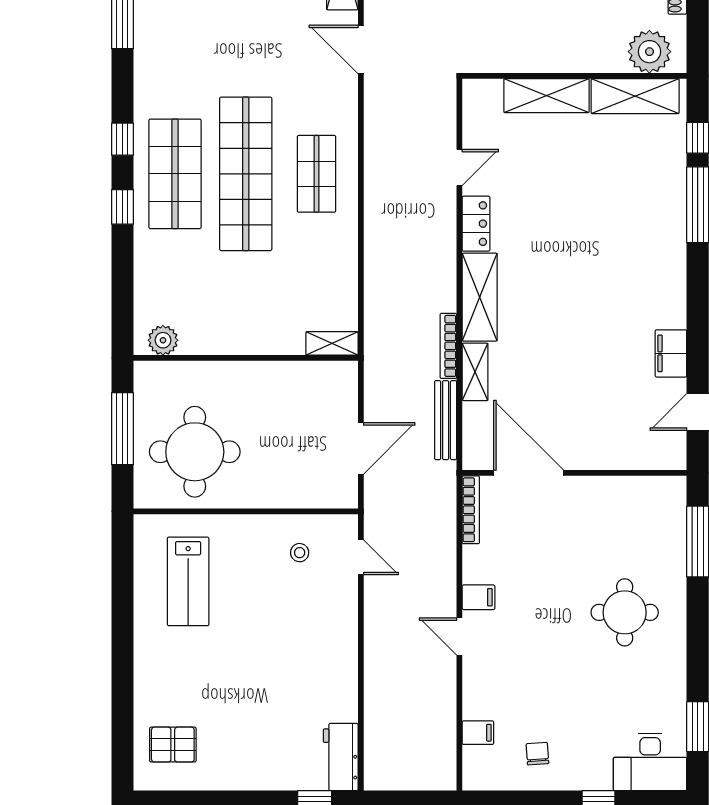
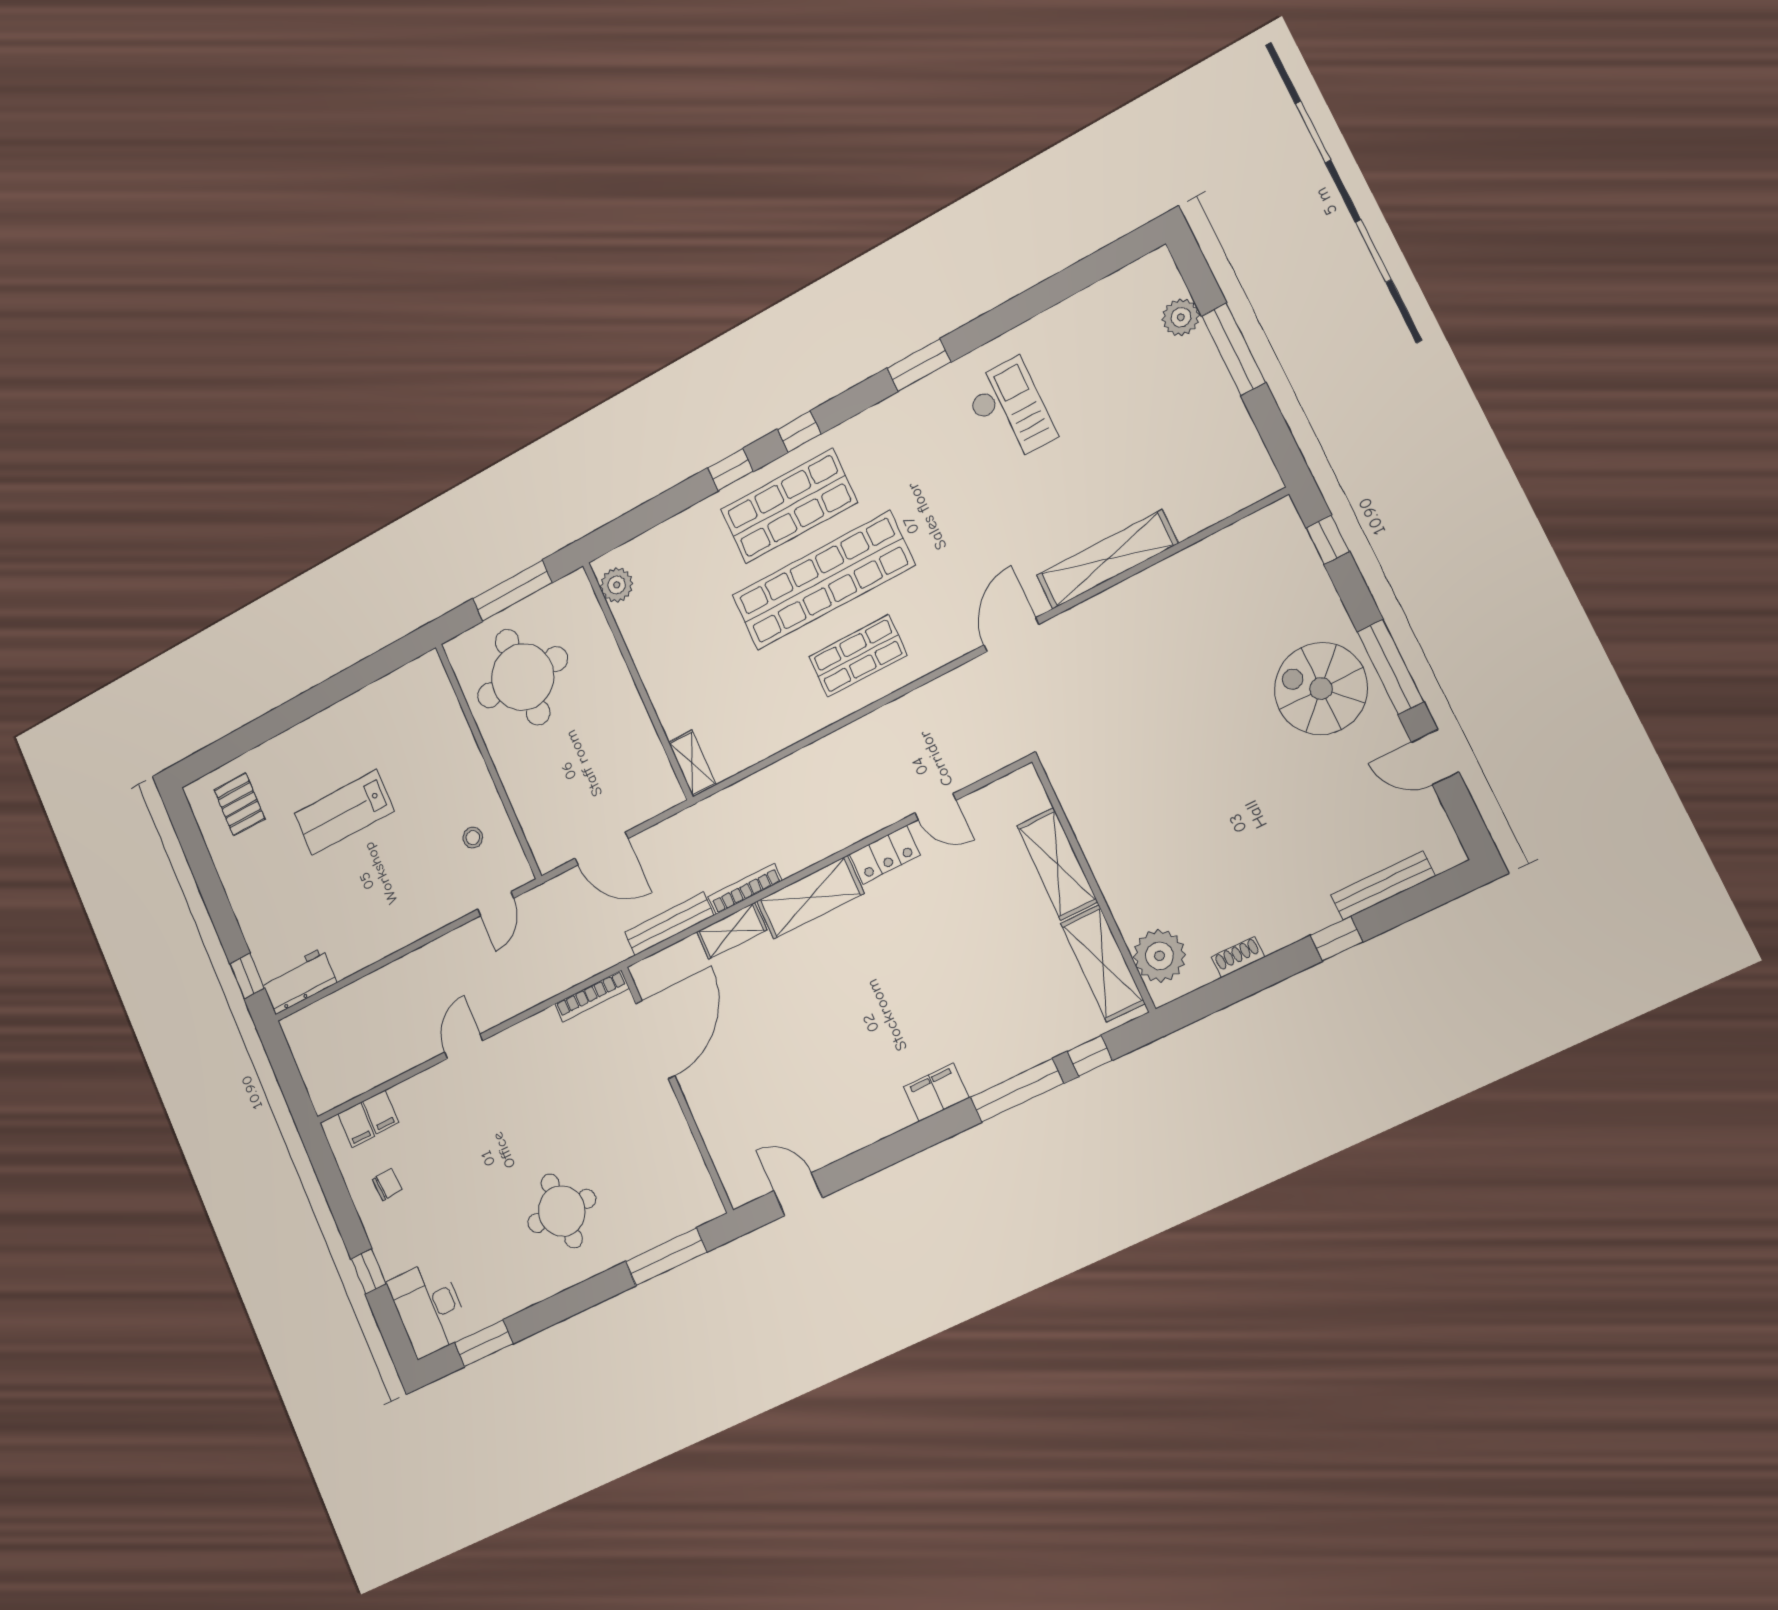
filing cabinet: (671, 353) -> (936, 1092), moved
lab bench: (188, 581) -> (344, 812), moved
filing cabinet: (478, 597) -> (356, 1125), moved

